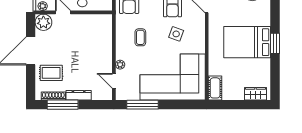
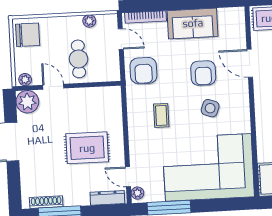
plant: (120, 65) -> (137, 193), moved
rug: (51, 73) -> (87, 148), moved, width x1.36, depth x1.43
dresser: (79, 95) -> (107, 198), moved

